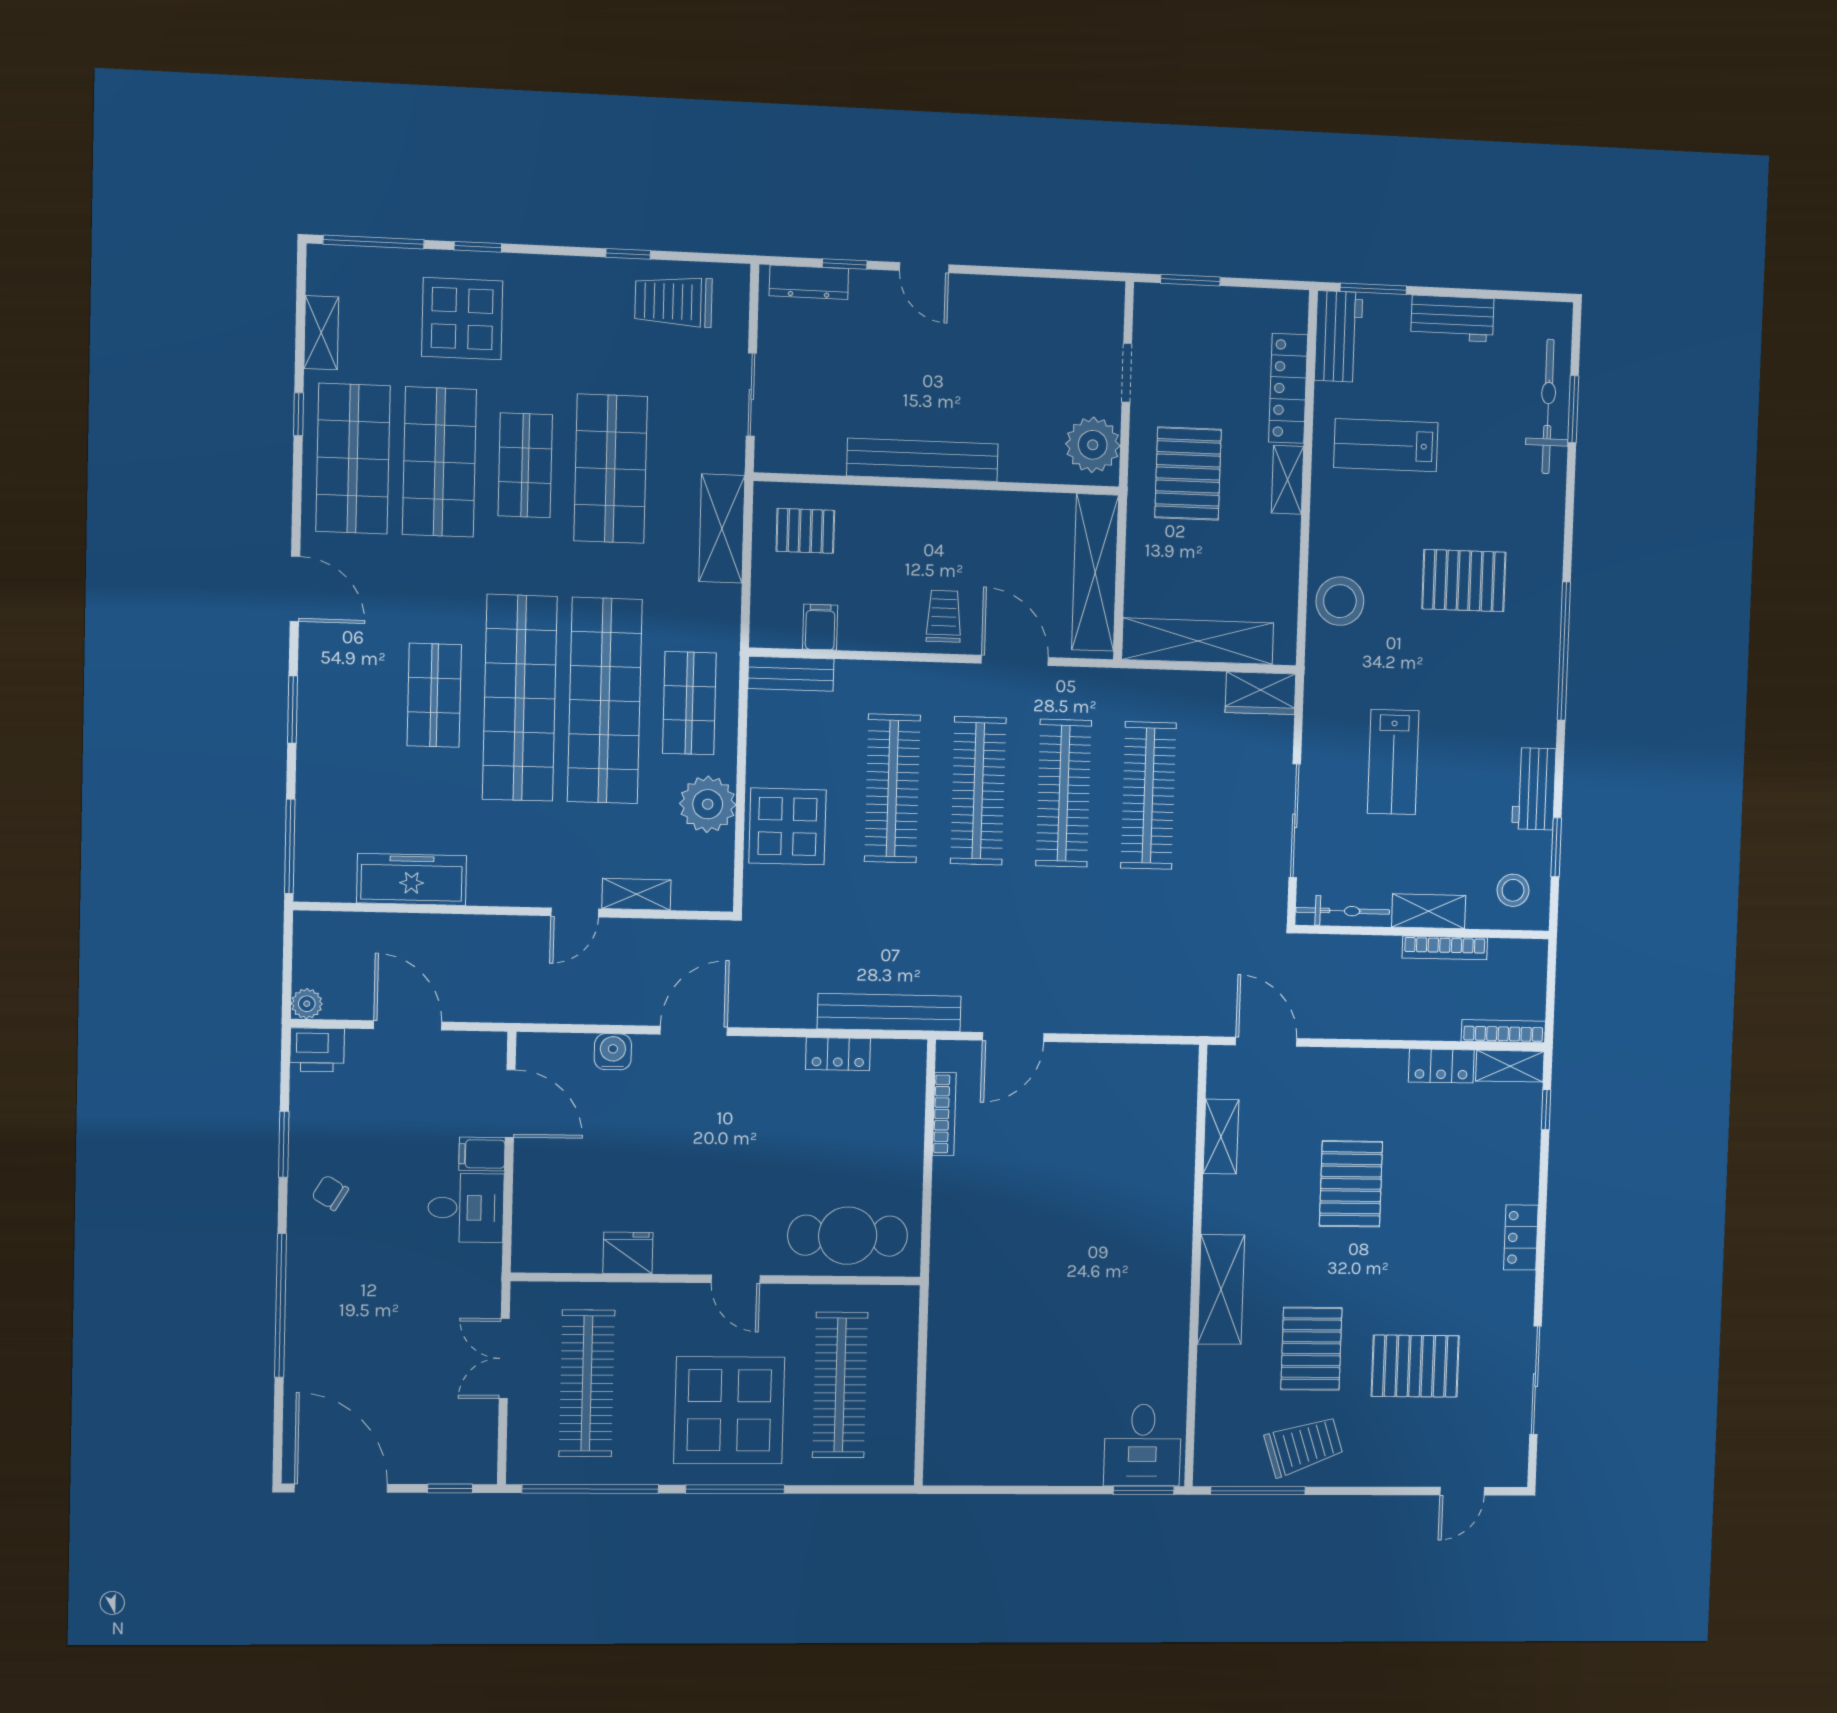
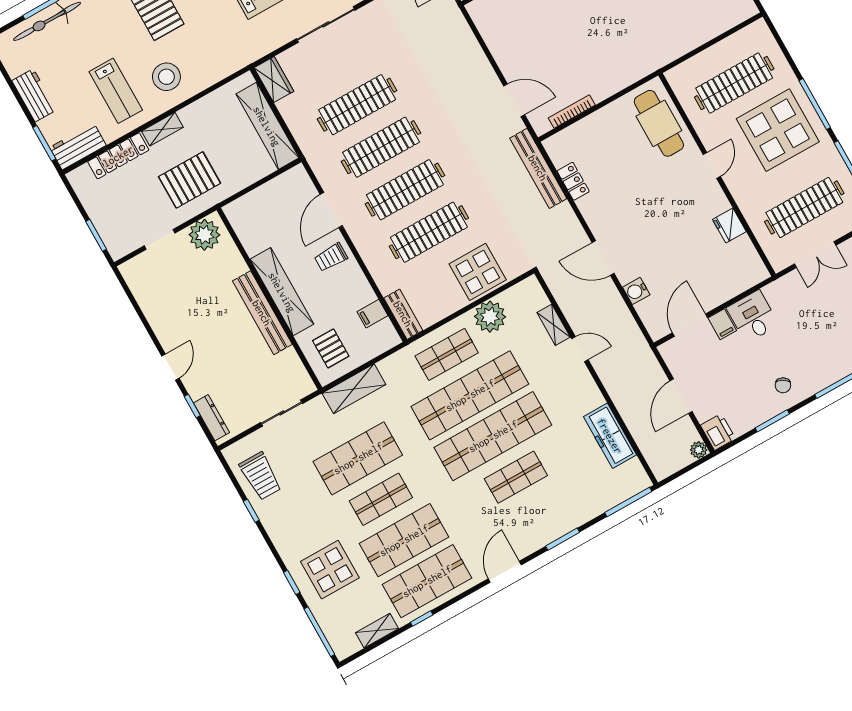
shelving: (1095, 572) -> (282, 292), moved, turned 90
stool: (1340, 601) -> (166, 77), moved

